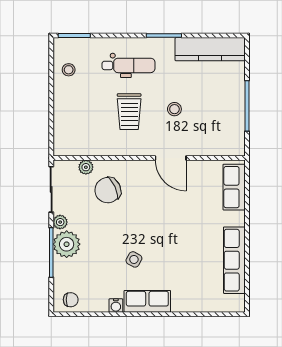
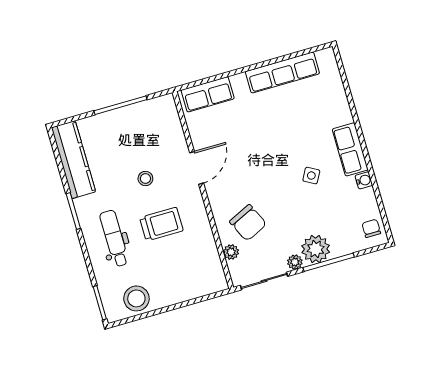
stool: (69, 70) -> (136, 298), width x1.89, depth x1.89

